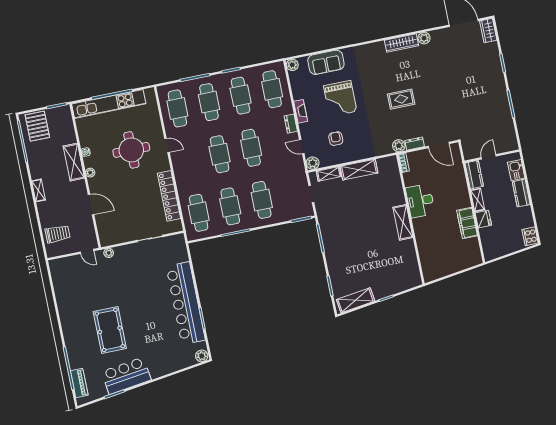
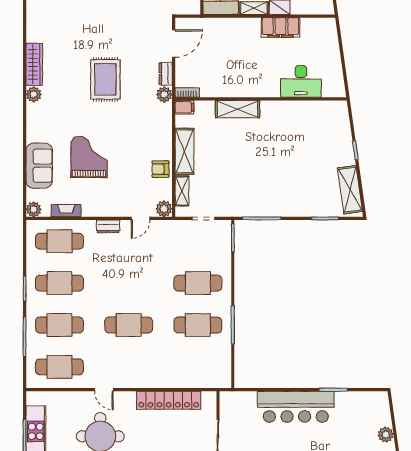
plant: (424, 38) -> (34, 94), moved
grand piano: (340, 99) -> (89, 157), turned -90
rug: (401, 99) -> (105, 79), width x1.36, depth x1.43
fireplace: (301, 111) -> (66, 211), moved
armchair: (336, 139) -> (160, 169), moved
door: (167, 145) -> (104, 390), swing flipped
cafe table: (251, 148) -> (129, 283), removed
filing cabinet: (392, 163) -> (184, 107), added
desk: (420, 201) -> (301, 81), moved
cafe table: (199, 213) -> (198, 367), removed
shelving: (403, 222) -> (237, 109), moved
bar counter: (186, 303) -> (296, 407), width x0.73
plant: (202, 356) -> (386, 435), moved

